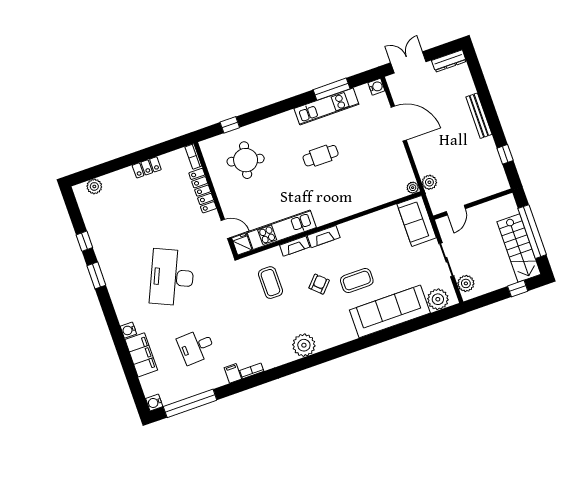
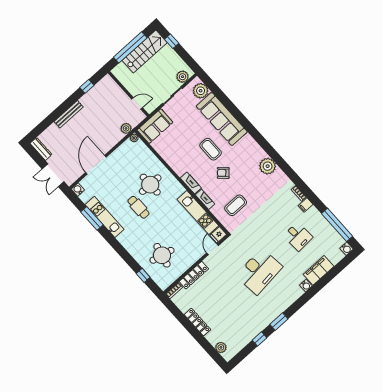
locker: (147, 167) -> (197, 322), width x1.53
round table: (344, 183) -> (150, 185), added
desk: (172, 277) -> (259, 271), turned -30

